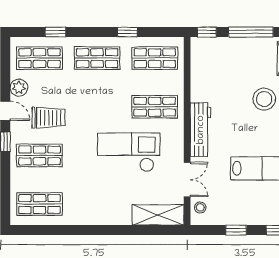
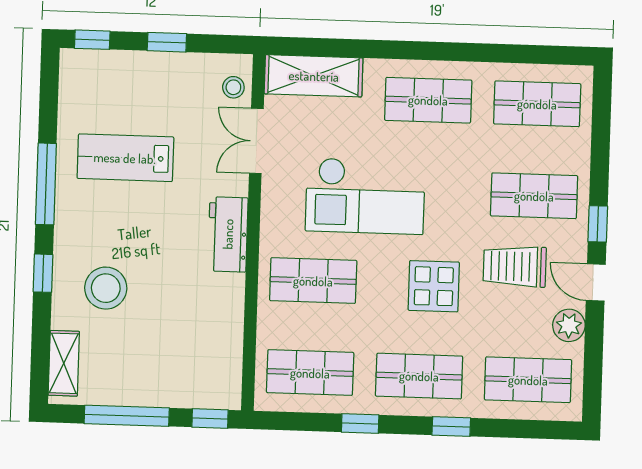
window: (56, 32) -> (451, 427), moved
display table: (91, 106) -> (434, 286), added
workbench: (201, 130) -> (228, 234), width x0.73
shop shelf: (97, 204) -> (428, 100), added

